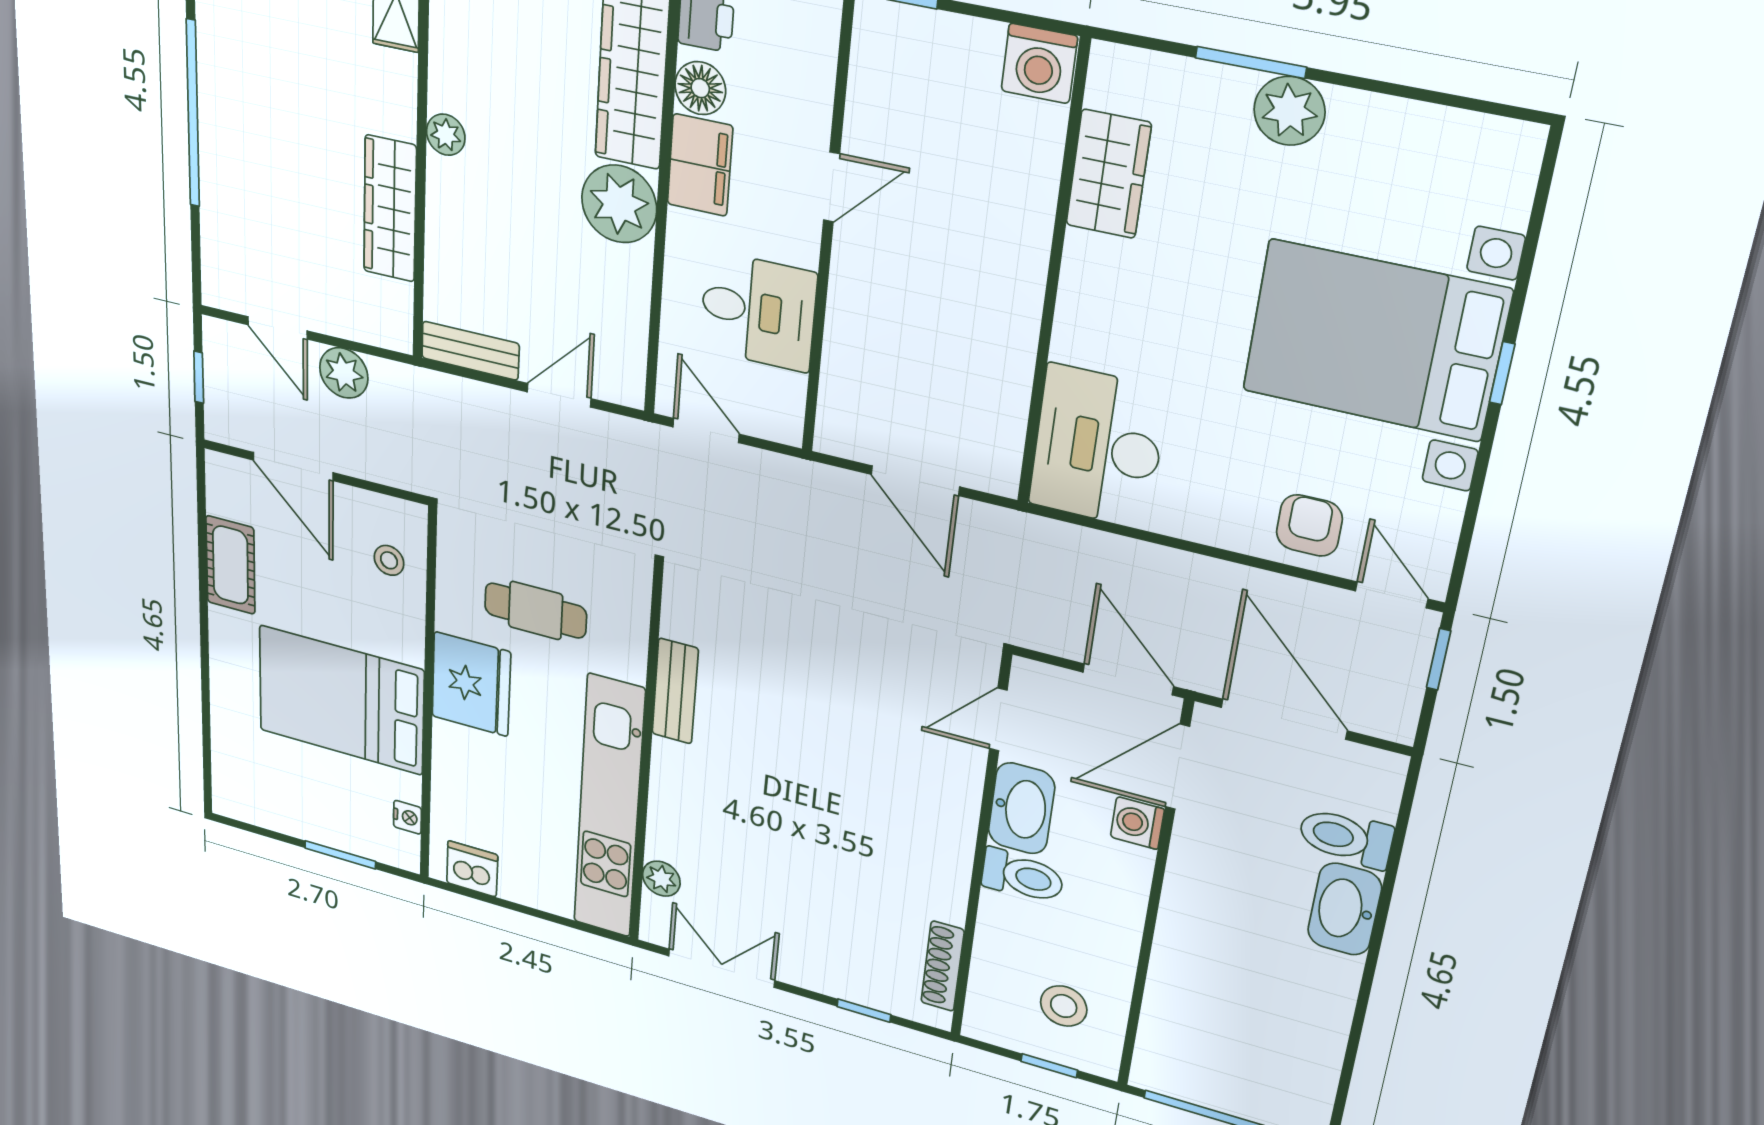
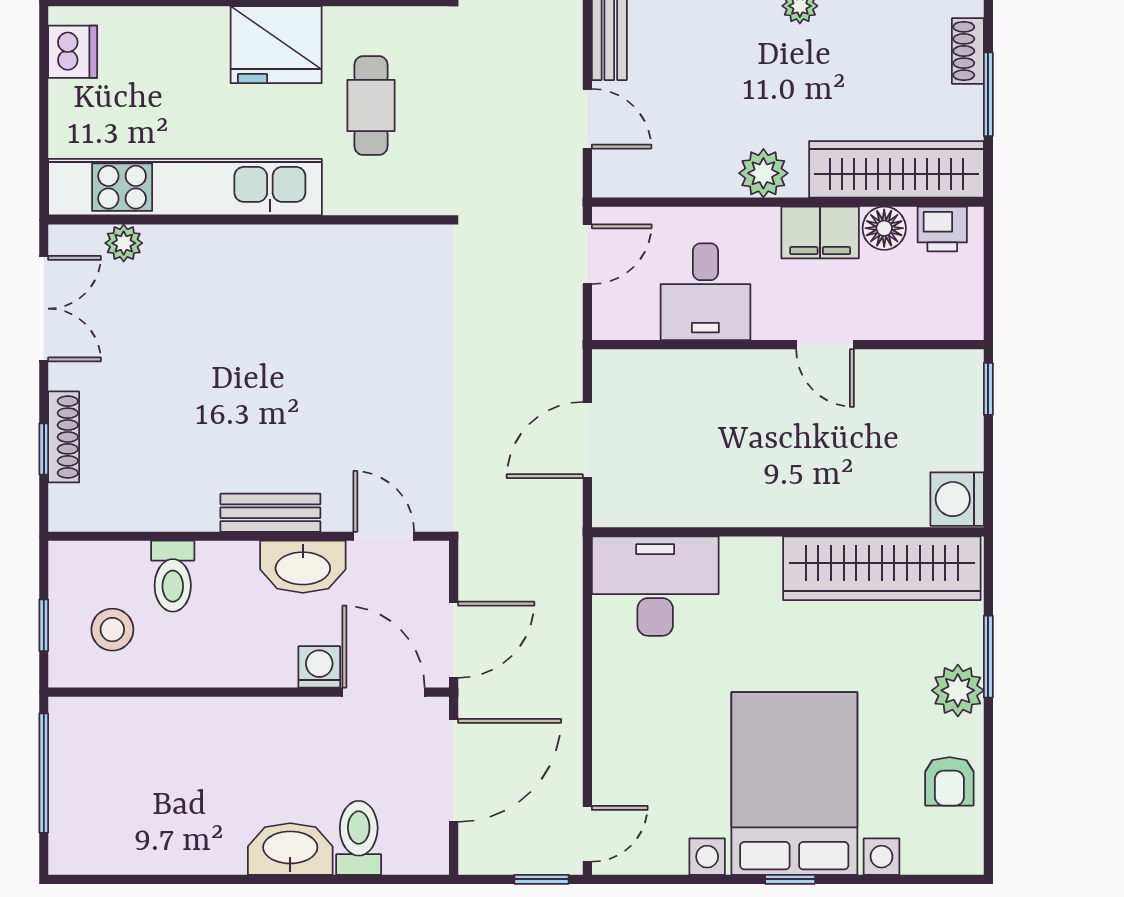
wardrobe: (1108, 174) -> (882, 568), width x2.10, depth x1.17
plant: (619, 204) -> (763, 173), width x0.73, depth x0.73
armchair: (1309, 525) -> (949, 781), moved, turned 90
bench: (675, 691) -> (270, 513), moved
toilet: (1022, 876) -> (173, 576), moved
shoe rack: (943, 966) -> (64, 437), moved, turned 90

